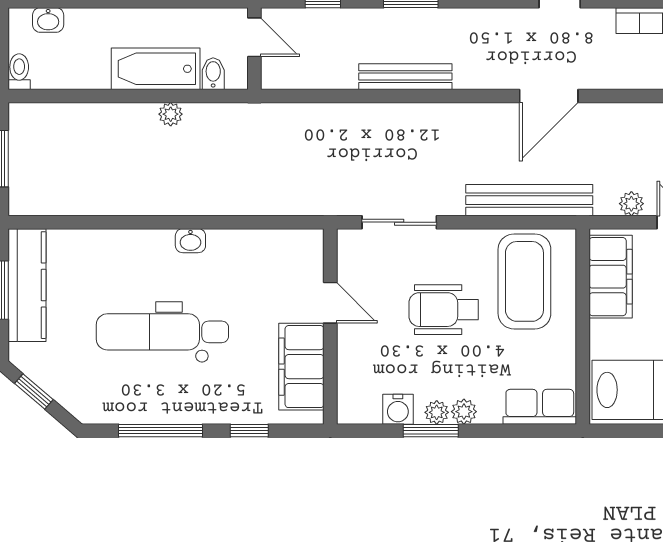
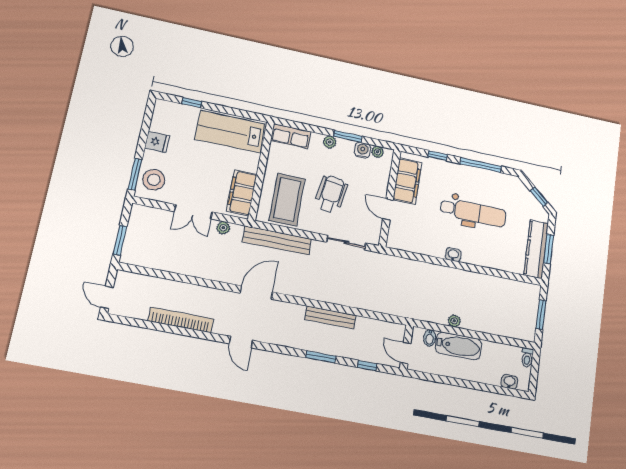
wheelchair: (444, 310) -> (331, 194), turned -82
plant: (437, 412) -> (378, 152), moved

